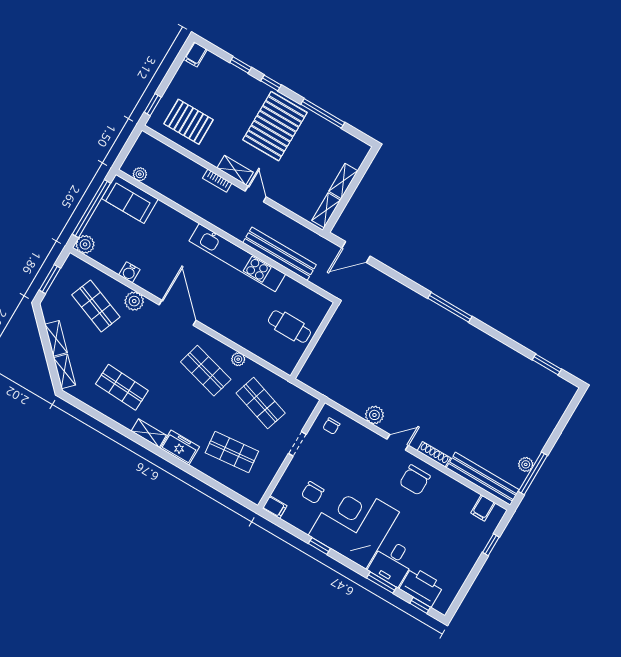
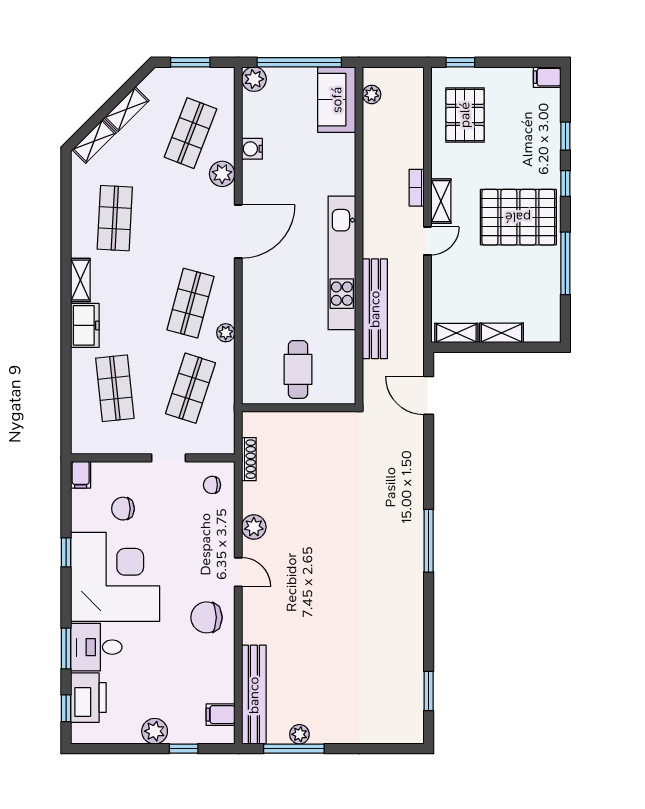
shoe rack: (434, 454) -> (249, 459), moved
plant: (469, 557) -> (155, 731), added

